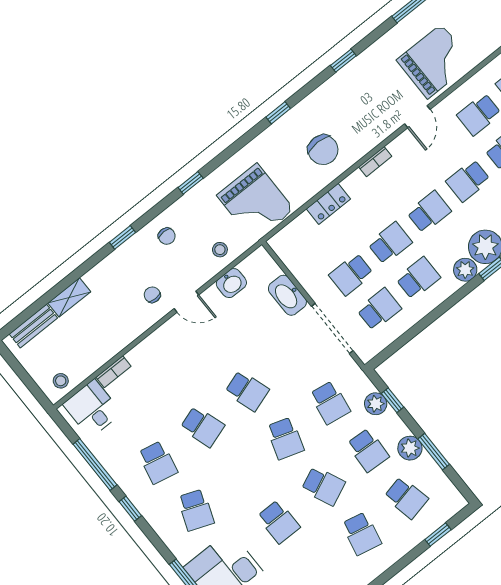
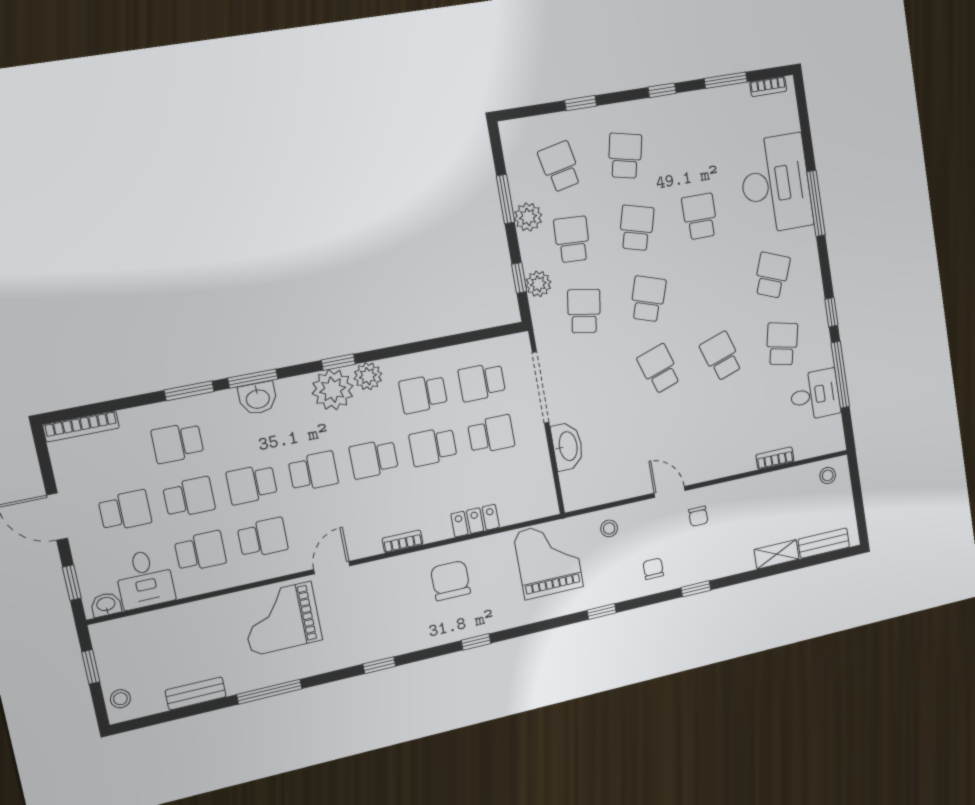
washbasin: (231, 283) -> (616, 488), removed
desk: (92, 409) -> (815, 395), moved, turned -90
school desk: (323, 486) -> (637, 228), turned 39
window: (438, 535) -> (581, 103), moved

